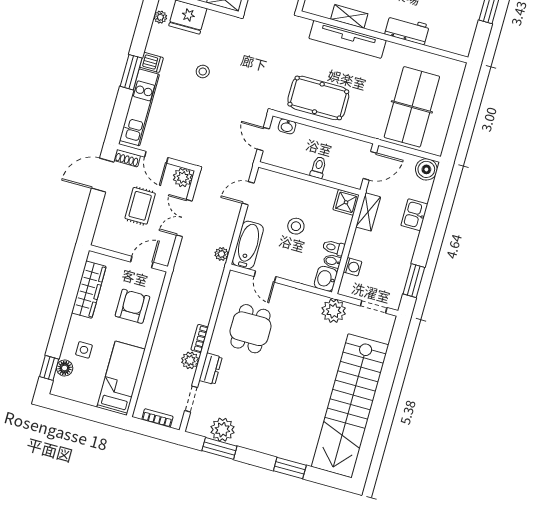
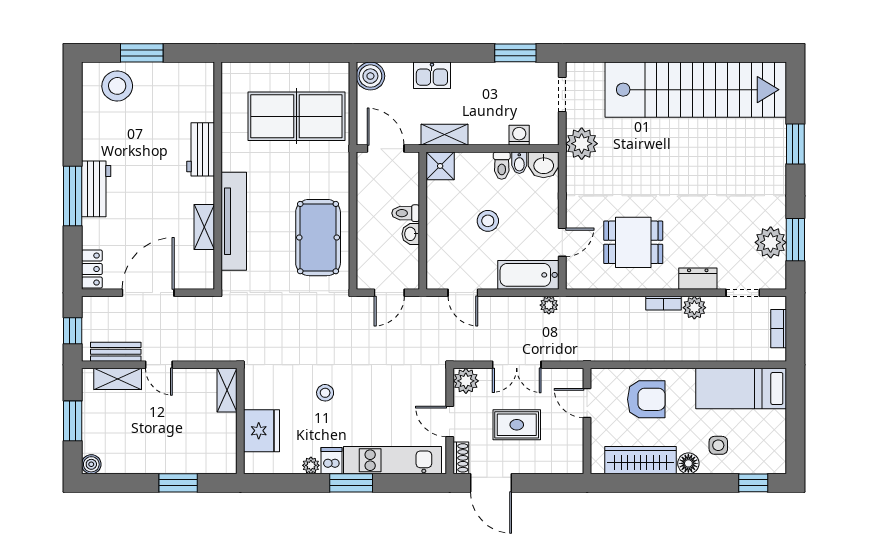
plant: (160, 17) -> (311, 465), moved
washbasin: (287, 126) -> (411, 234), moved, turned 180
door: (156, 157) -> (450, 421), swing flipped
armchair: (132, 306) -> (646, 399), turned 180
floor lamp: (65, 368) -> (688, 463), moved

